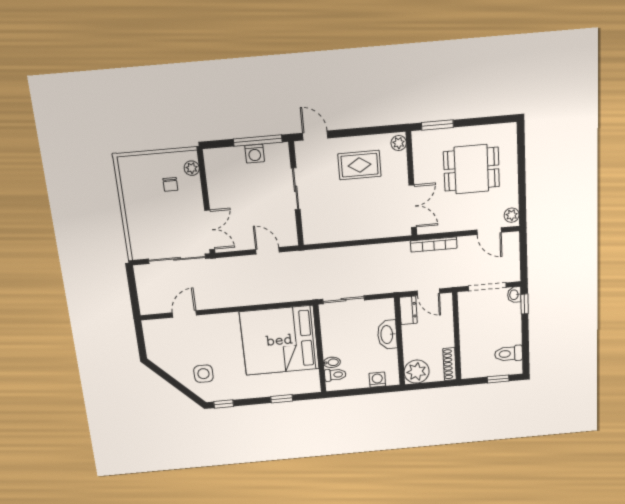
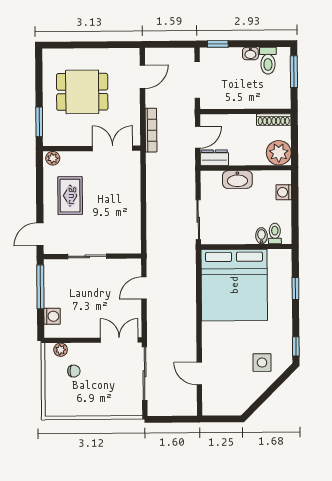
washing machine: (255, 154) -> (52, 316), moved
dining table: (471, 169) -> (82, 92), turned 90
plant: (512, 215) -> (129, 55), removed
washbasin: (514, 295) -> (250, 54), moved
window: (498, 379) -> (294, 72), width x1.50

